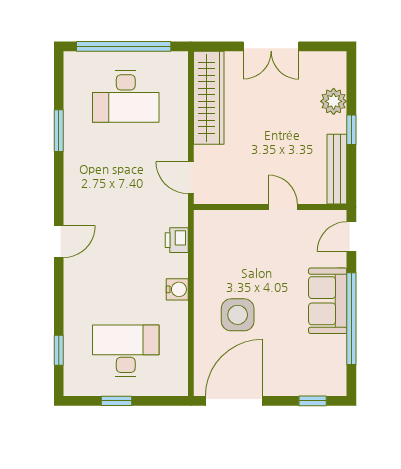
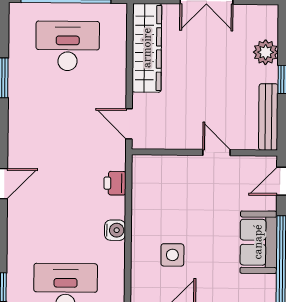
desk: (126, 96) -> (68, 46), turned 180
side table: (238, 315) -> (172, 255), width x0.73, depth x0.73

